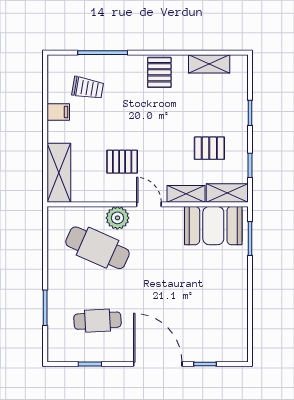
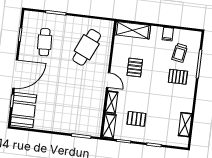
pallet: (159, 72) -> (178, 77), moved
pallet: (209, 148) -> (136, 119), turned 90
door: (149, 204) -> (108, 80), hinge flipped
plant: (117, 218) -> (103, 61), removed
booth: (213, 226) -> (23, 110), moved

